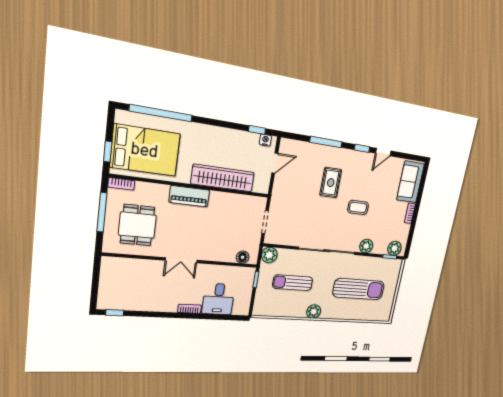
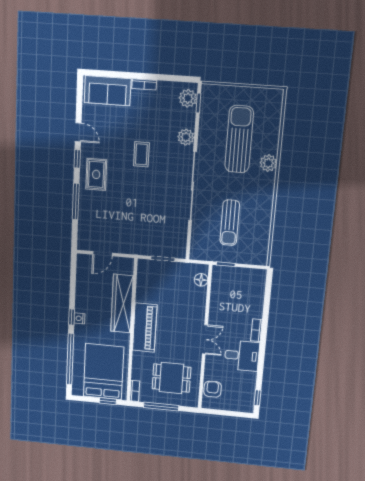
window: (257, 130) -> (72, 317), moved
nightstand: (265, 140) -> (79, 318), moved
door: (275, 163) -> (102, 254), swing flipped
rug: (331, 183) -> (96, 174), moved, turned 90
piano: (189, 196) -> (145, 328), width x1.37, depth x1.33
plant: (269, 255) -> (198, 252), removed
armchair: (124, 268) -> (213, 389), added
desk: (218, 299) -> (242, 356), moved
plant: (314, 312) -> (268, 163), moved

